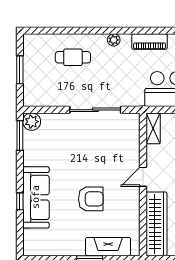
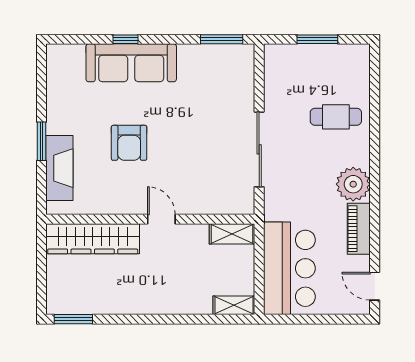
plant: (114, 40) -> (353, 184), width x1.88, depth x1.88
cafe table: (73, 57) -> (336, 117), turned 90
plant: (32, 122) -> (242, 57), removed

